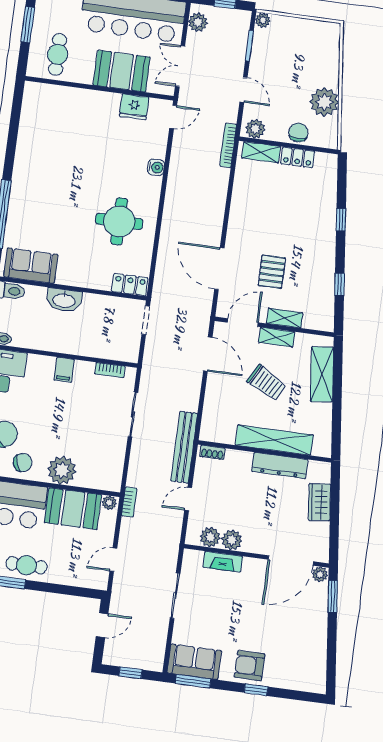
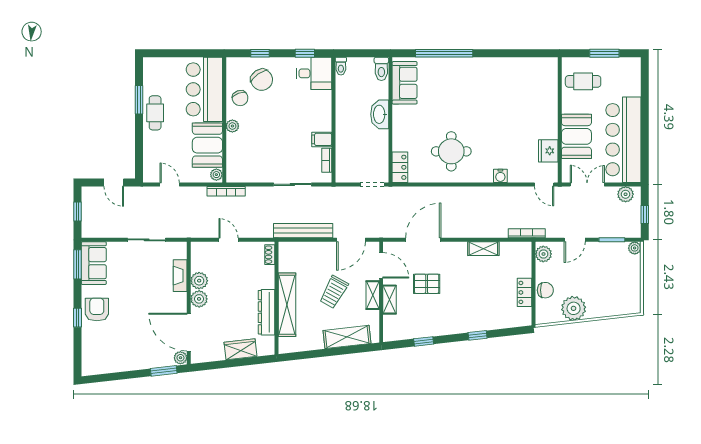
shelving: (261, 152) -> (483, 249), moved, turned 90
filing cabinet: (64, 370) -> (322, 139), moved
bench: (184, 447) -> (303, 231), moved
plant: (62, 470) -> (232, 126), width x0.53, depth x0.53
bookcase: (129, 502) -> (226, 191), width x1.56
plant: (210, 537) -> (199, 299), moved

